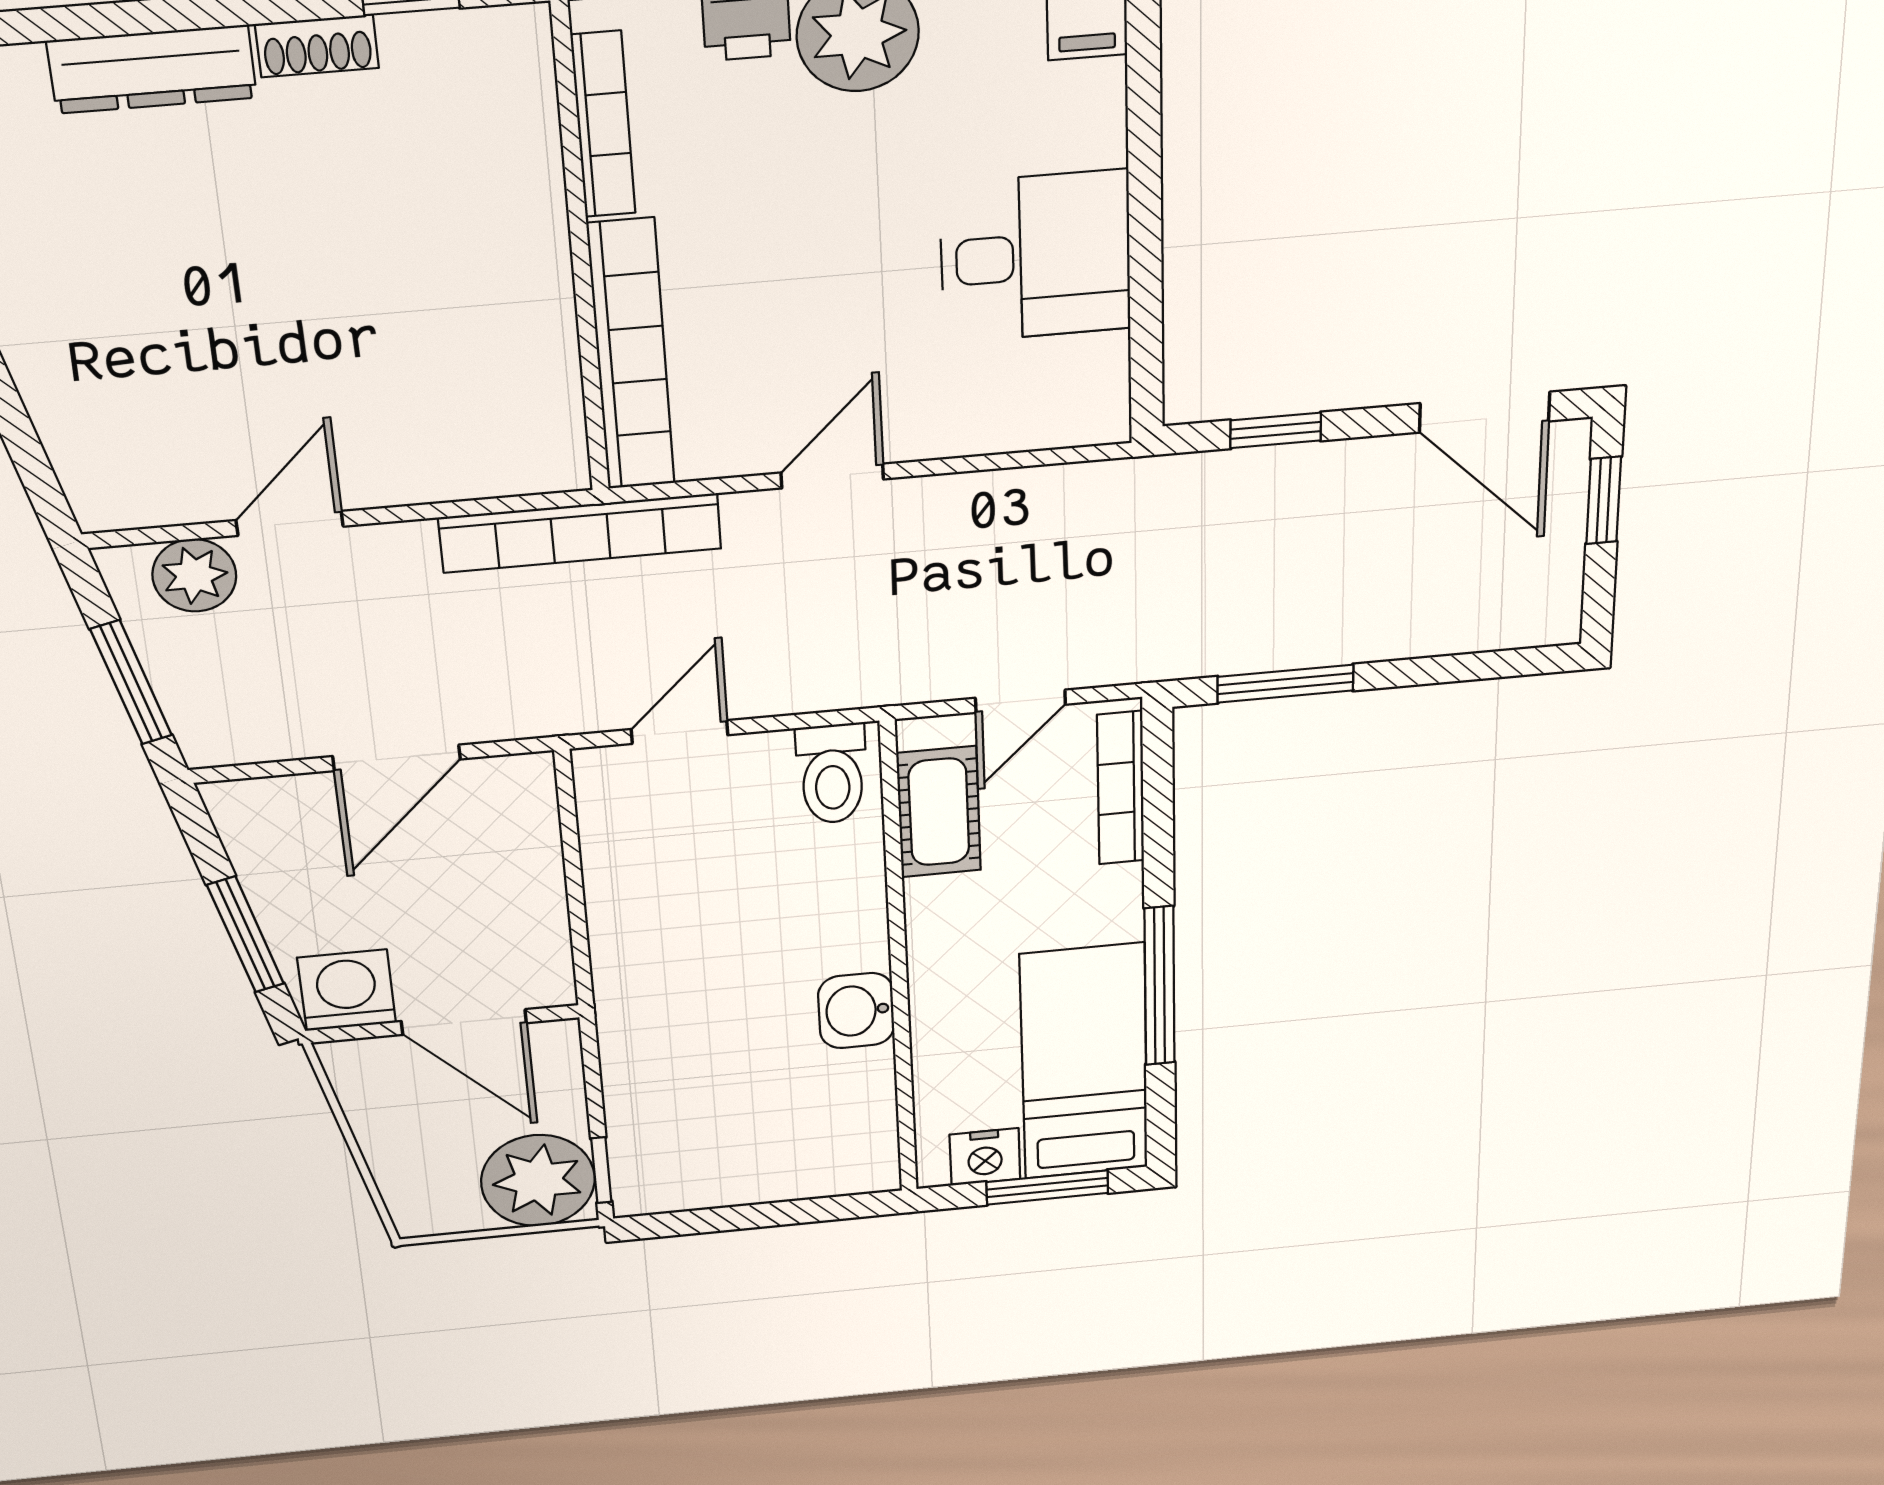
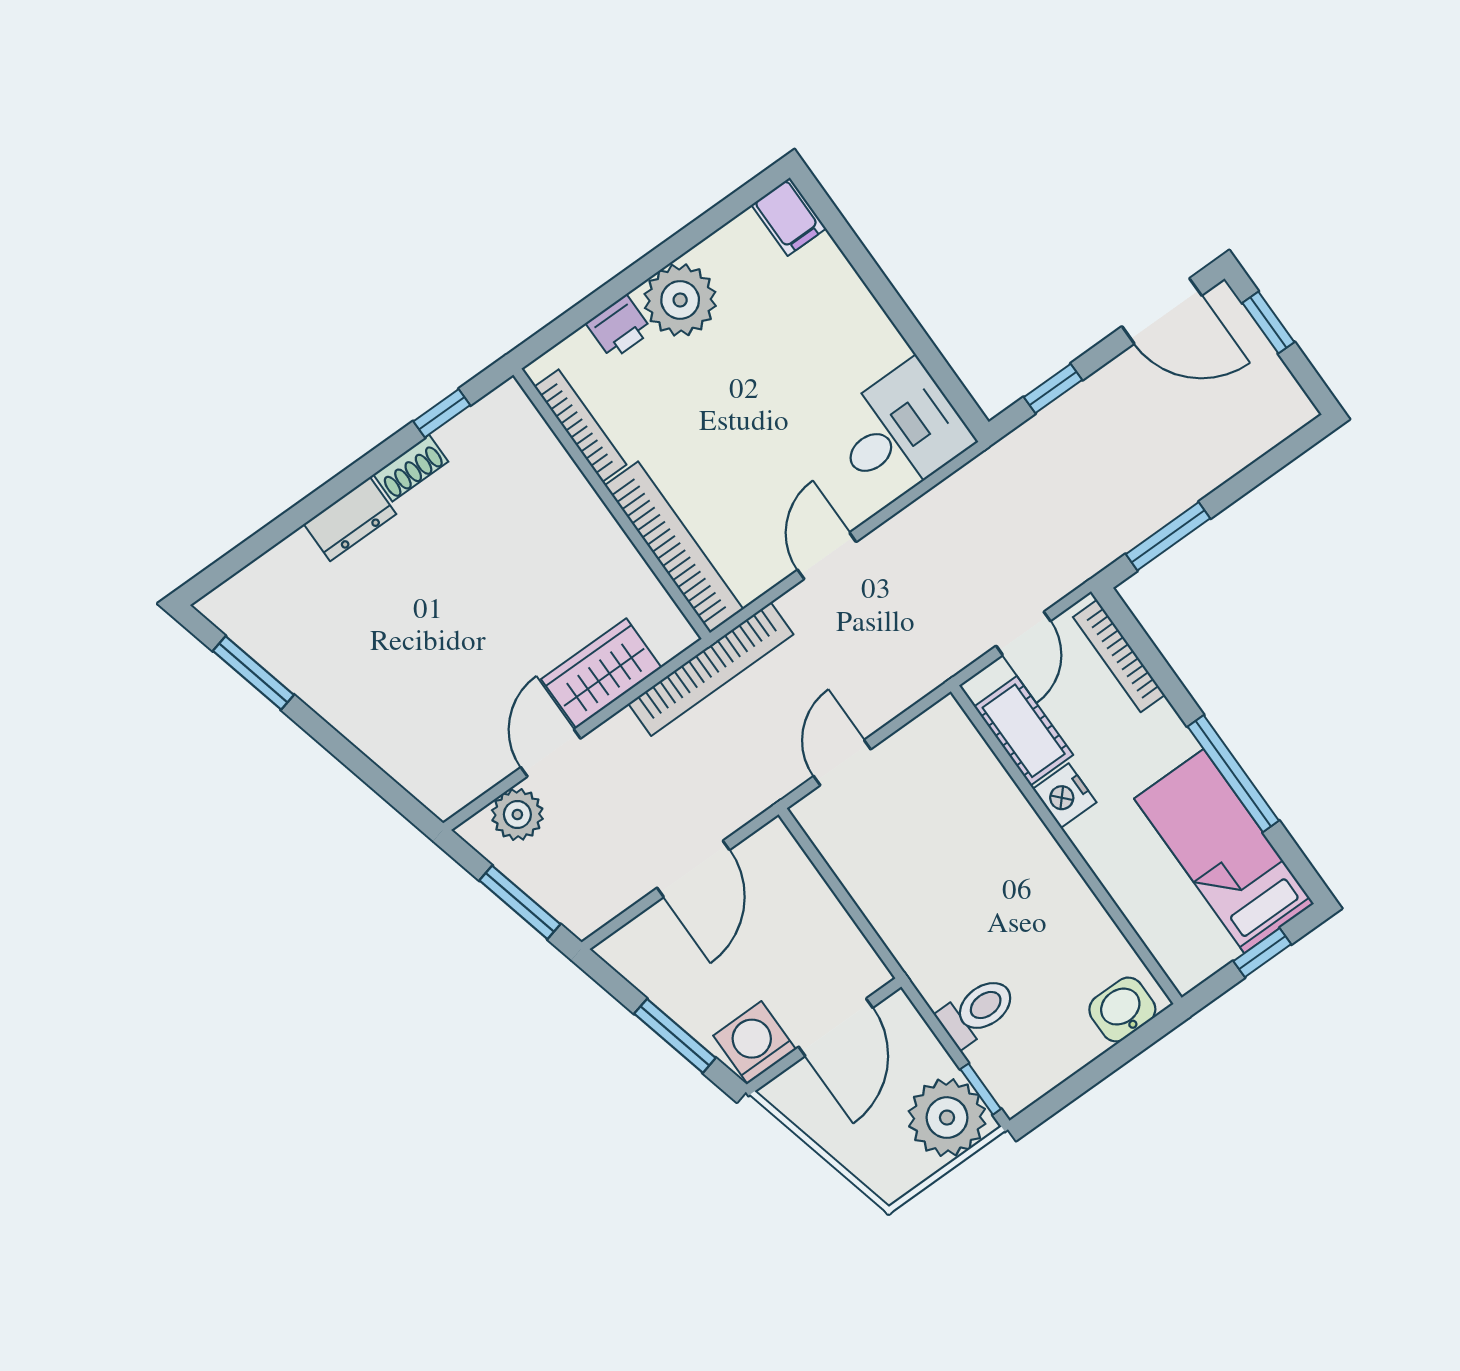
dresser: (152, 69) -> (350, 519), width x0.70
desk: (1036, 257) -> (900, 432), moved
wardrobe: (425, 461) -> (601, 673), added
toilet: (832, 774) -> (977, 1011), moved, turned -90
washbasin: (856, 1011) -> (1122, 1009), moved, turned 90
door: (464, 1022) -> (836, 1027), hinge flipped
nightstand: (985, 1157) -> (1065, 796), moved, turned 90
window: (1047, 1187) -> (1262, 953), width x0.67

